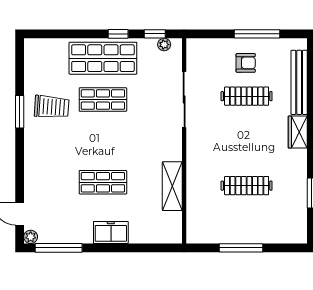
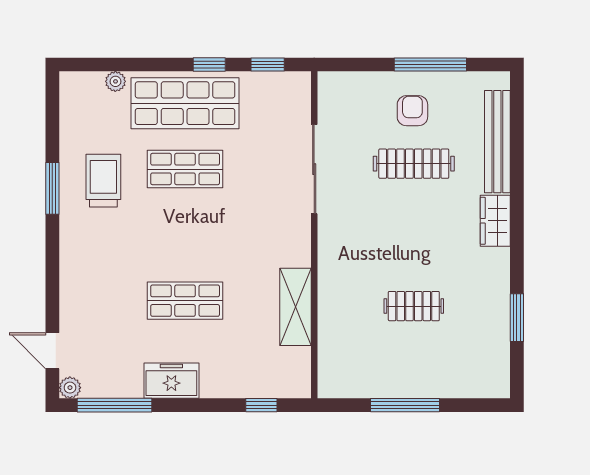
plant: (164, 45) -> (115, 81), moved
armchair: (246, 63) -> (412, 111), turned -90
trolley: (52, 107) -> (103, 181), turned -94
clothes rail: (247, 186) -> (414, 306), width x0.73
freezer: (111, 232) -> (171, 381), moved
window: (151, 248) -> (261, 405), added

